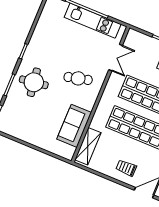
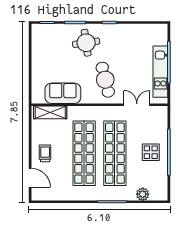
double door: (116, 58) -> (137, 105), swing flipped
cafe table: (78, 78) -> (105, 80), width x1.37, depth x1.35

